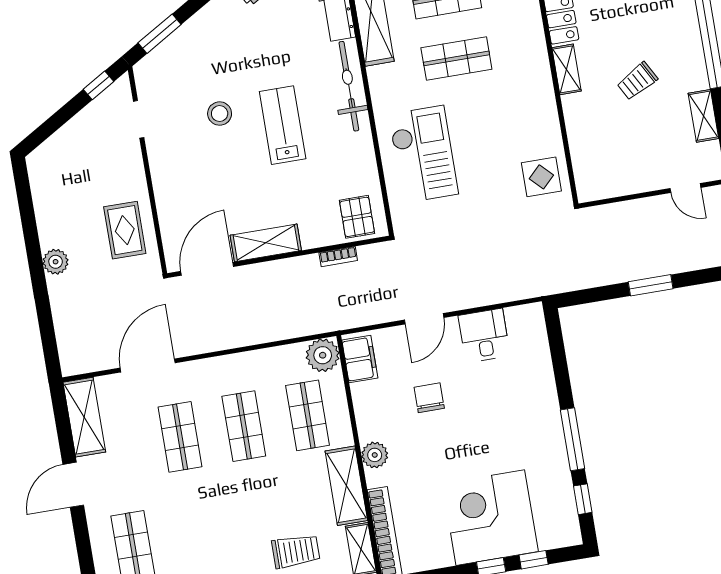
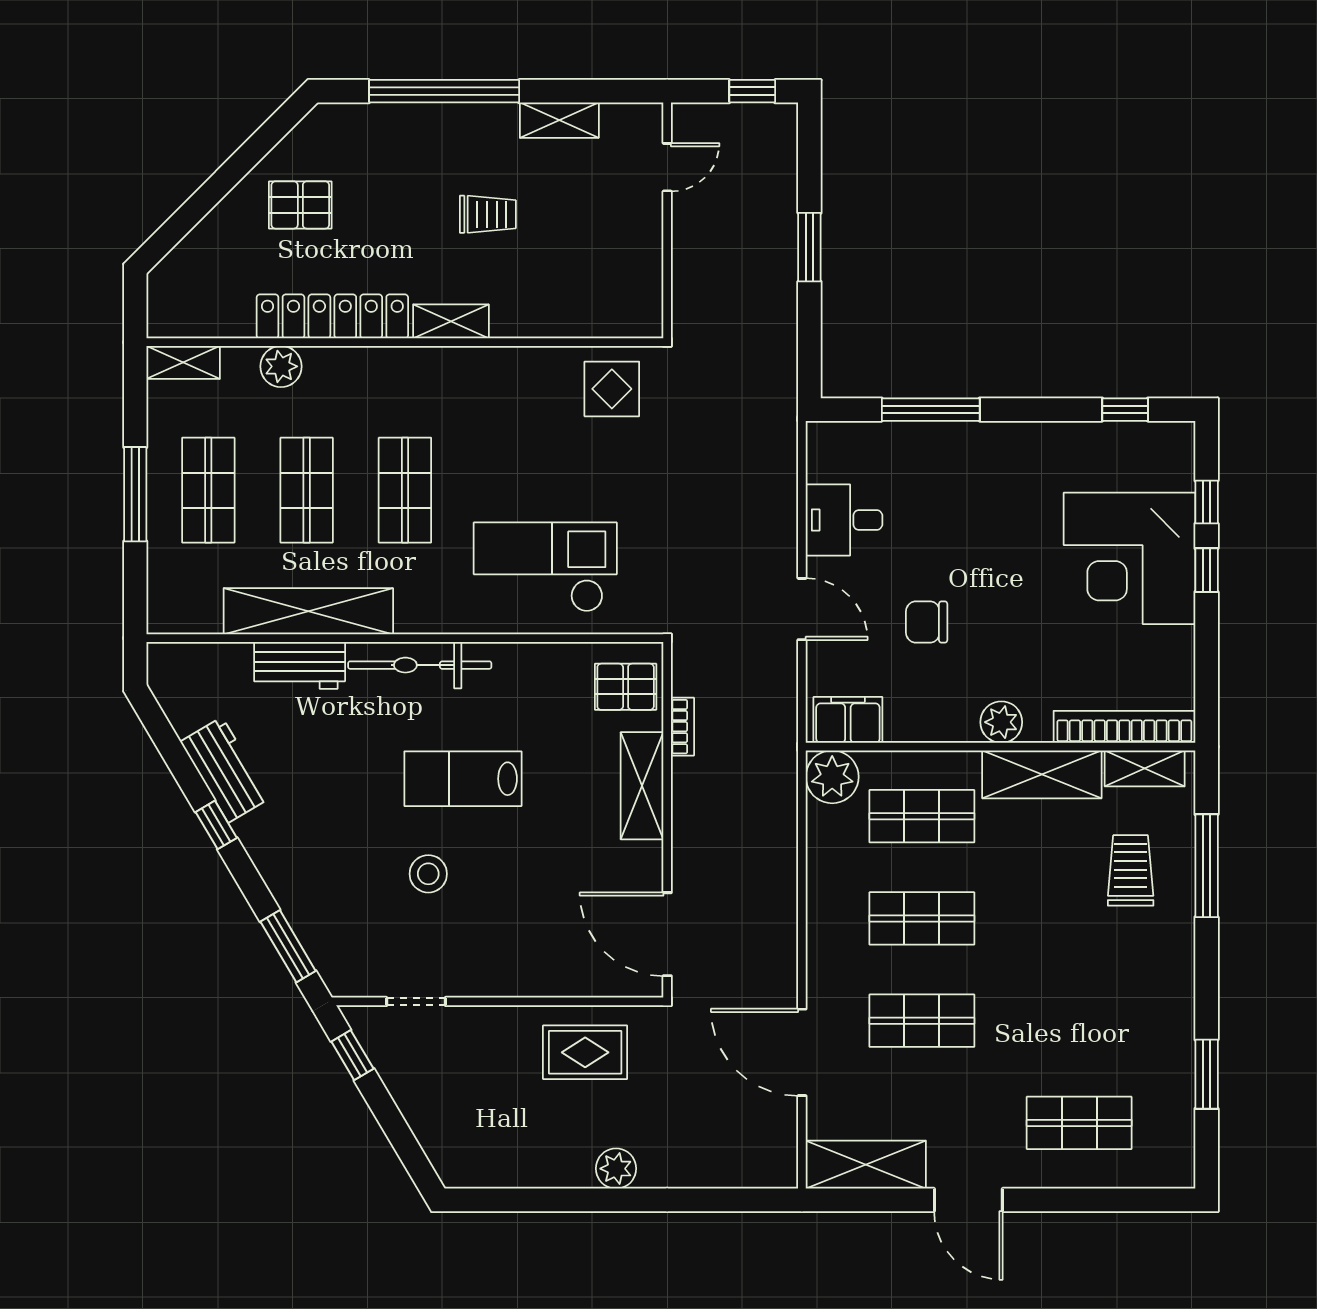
trolley: (637, 81) -> (488, 214), turned -61
shelving: (266, 243) -> (642, 786), moved
window: (573, 439) -> (931, 410), moved

